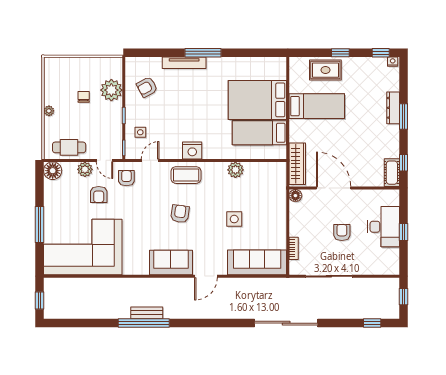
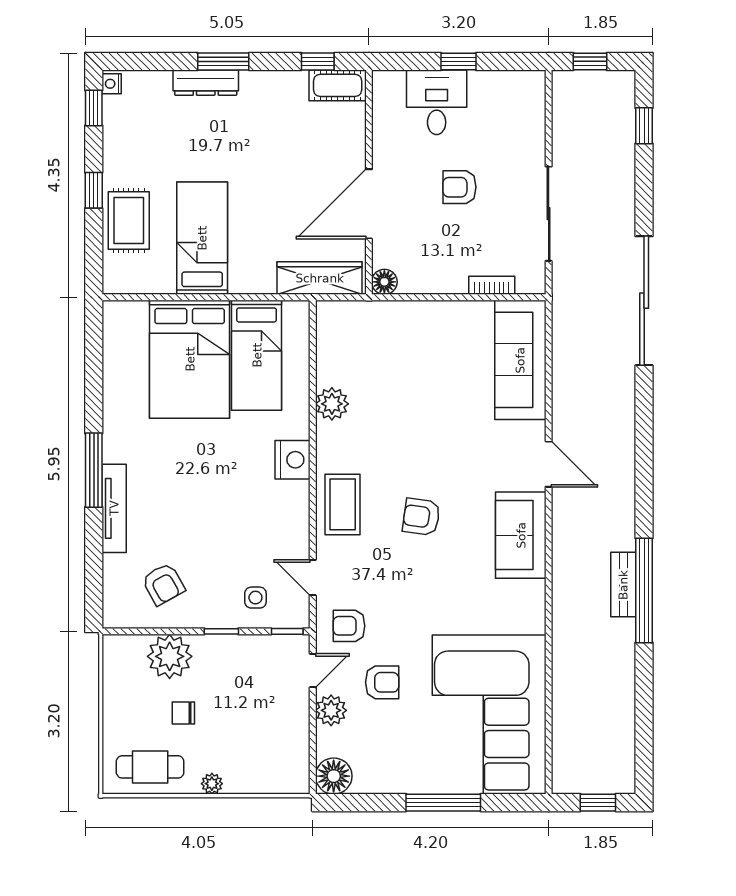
cafe table: (69, 147) -> (150, 767), moved, turned 90
nightstand: (192, 150) -> (293, 460), moved
side table: (234, 219) -> (432, 406), removed
desk: (384, 227) -> (437, 102), width x0.73

